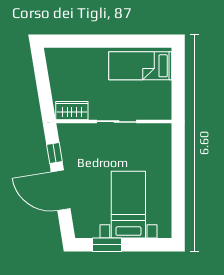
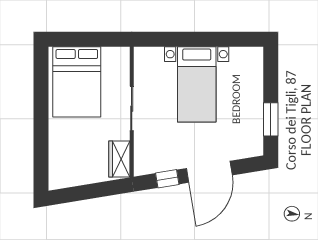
bed: (140, 66) -> (77, 82), width x1.50
bed with nightstands: (128, 205) -> (197, 84), moved, turned -90

